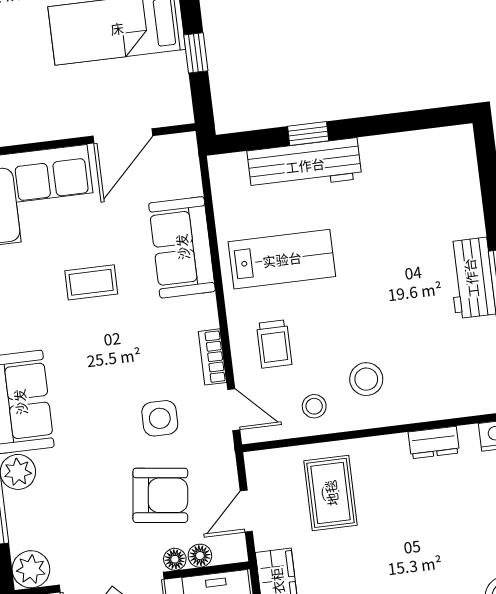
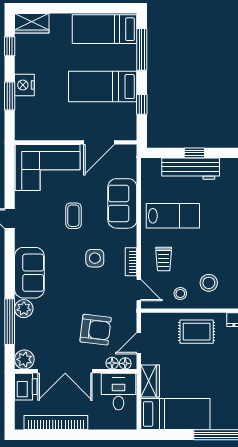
coffee table: (91, 282) -> (73, 216), turned 90
side table: (160, 418) -> (95, 258), moved
rug: (331, 493) -> (197, 332), moved, turned 90
floor lamp: (175, 559) -> (125, 363), moved

